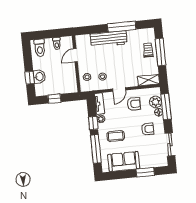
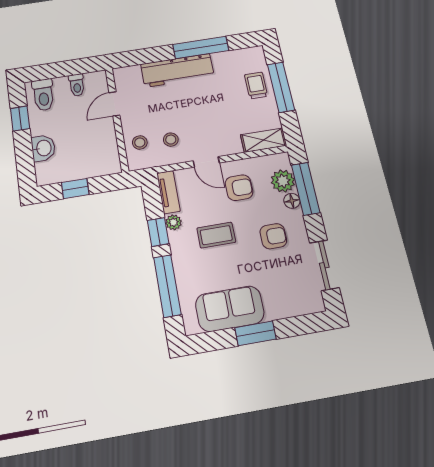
window: (30, 78) -> (20, 118), moved
door: (119, 90) -> (206, 162), hinge flipped
coffee table: (116, 136) -> (216, 235), moved
window: (145, 172) -> (255, 333), moved

